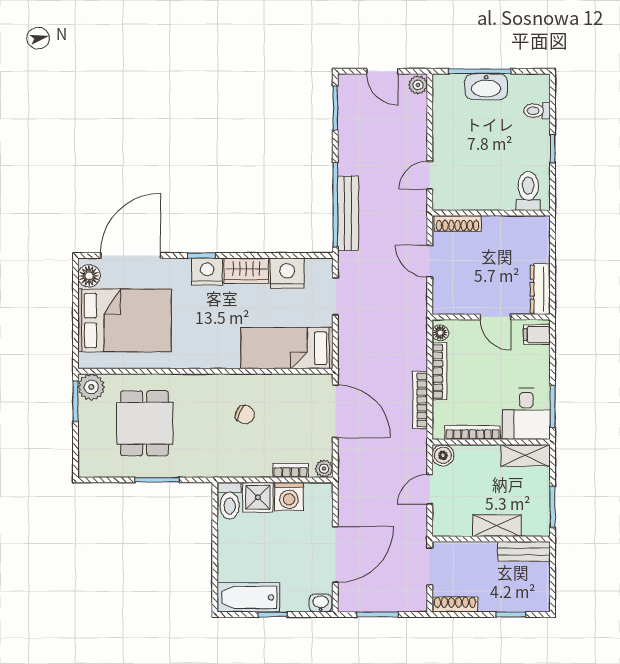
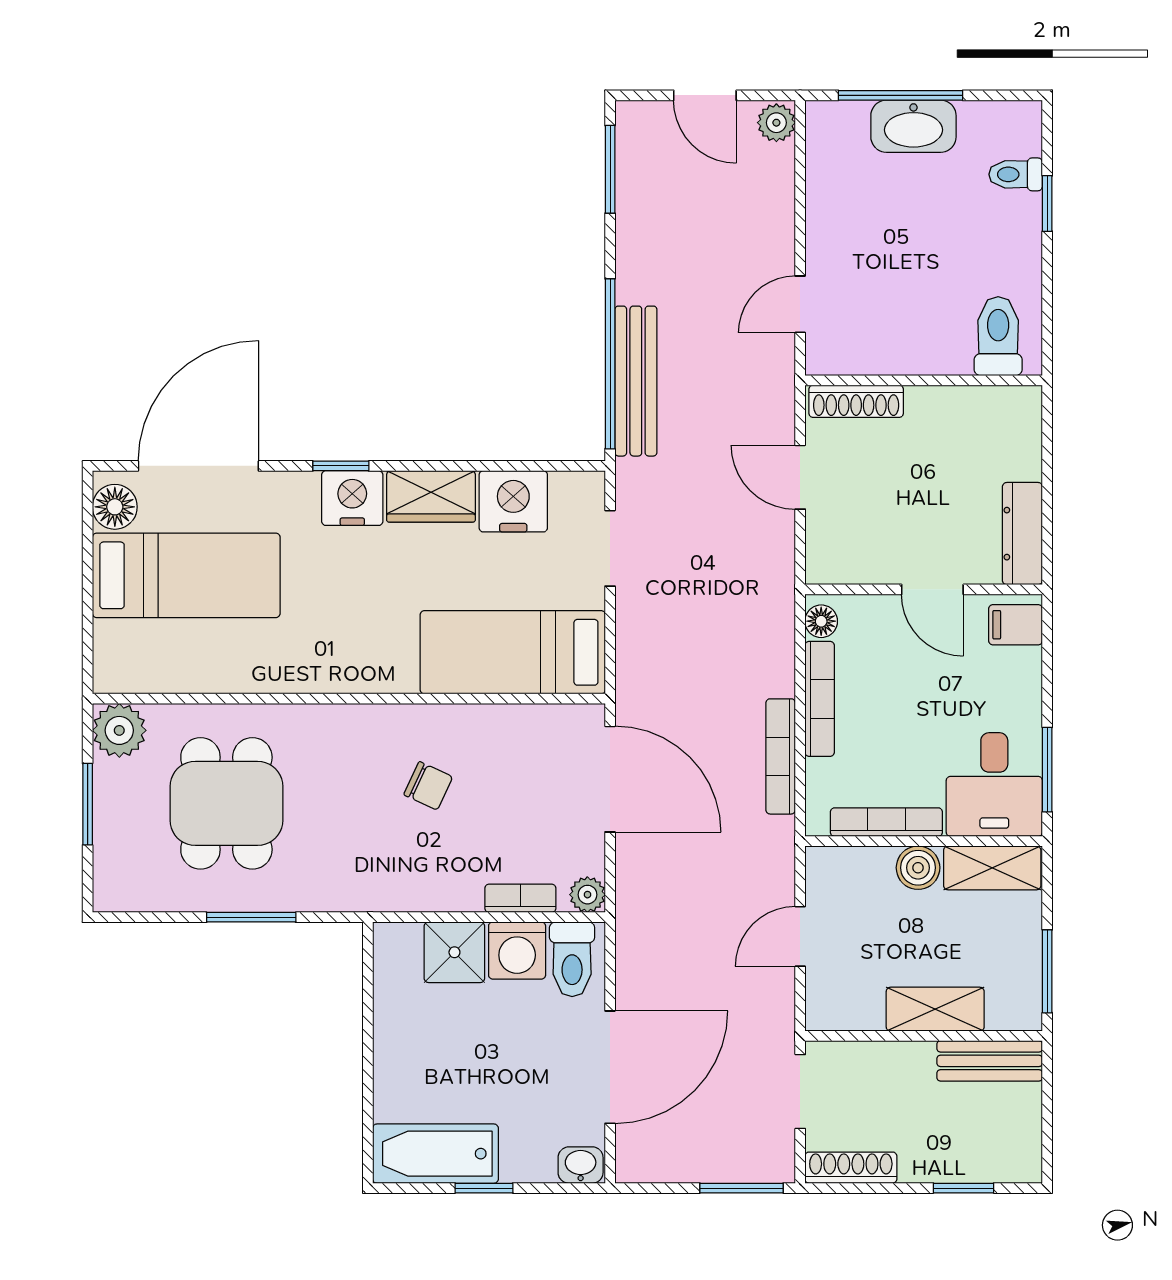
window: (553, 149) -> (1047, 204), moved
bed: (125, 320) -> (186, 575), width x0.67
window: (76, 401) -> (88, 804), moved
boiler: (443, 455) -> (918, 868), moved
toilet: (230, 501) -> (572, 959), moved
window: (377, 614) -> (741, 1188), moved

